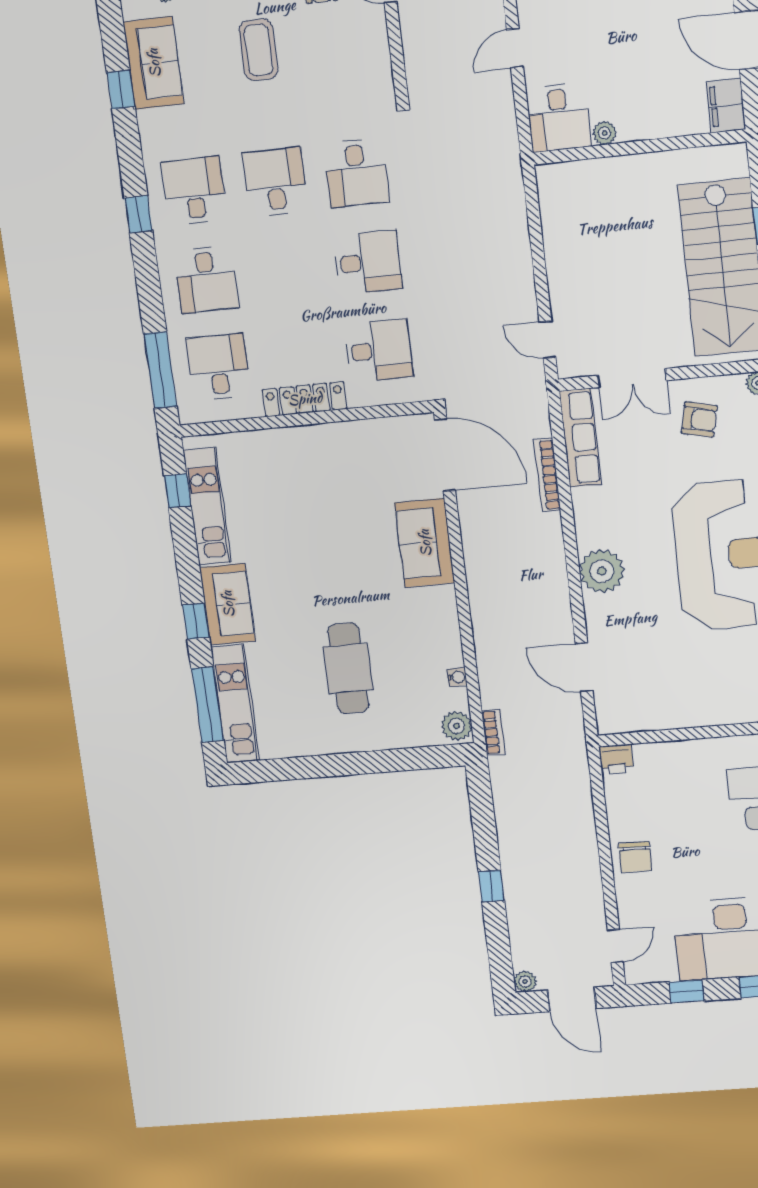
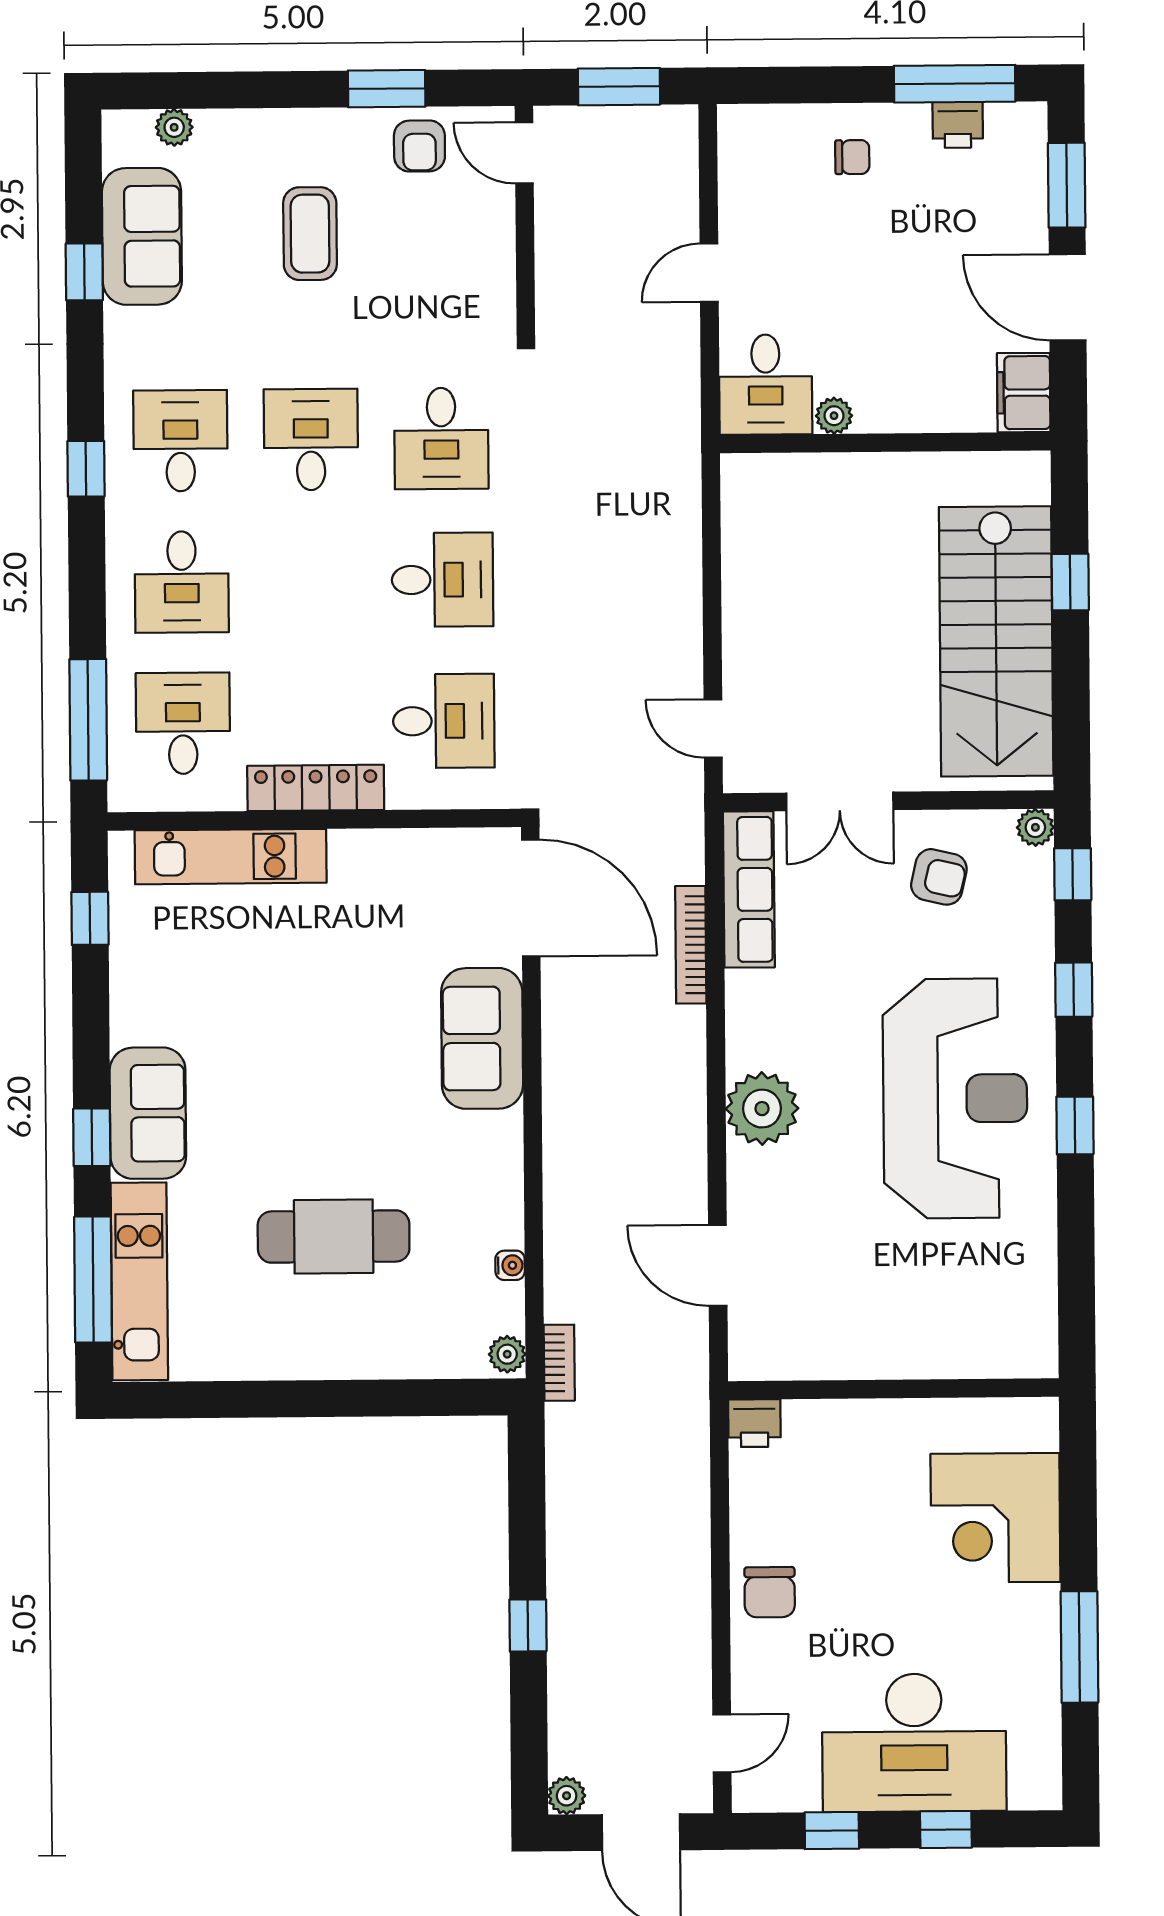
kitchen unit: (207, 506) -> (231, 857), moved, turned 90
cafe table: (348, 668) -> (334, 1236), turned 90
plant: (457, 726) -> (507, 1354), width x0.73, depth x0.73

